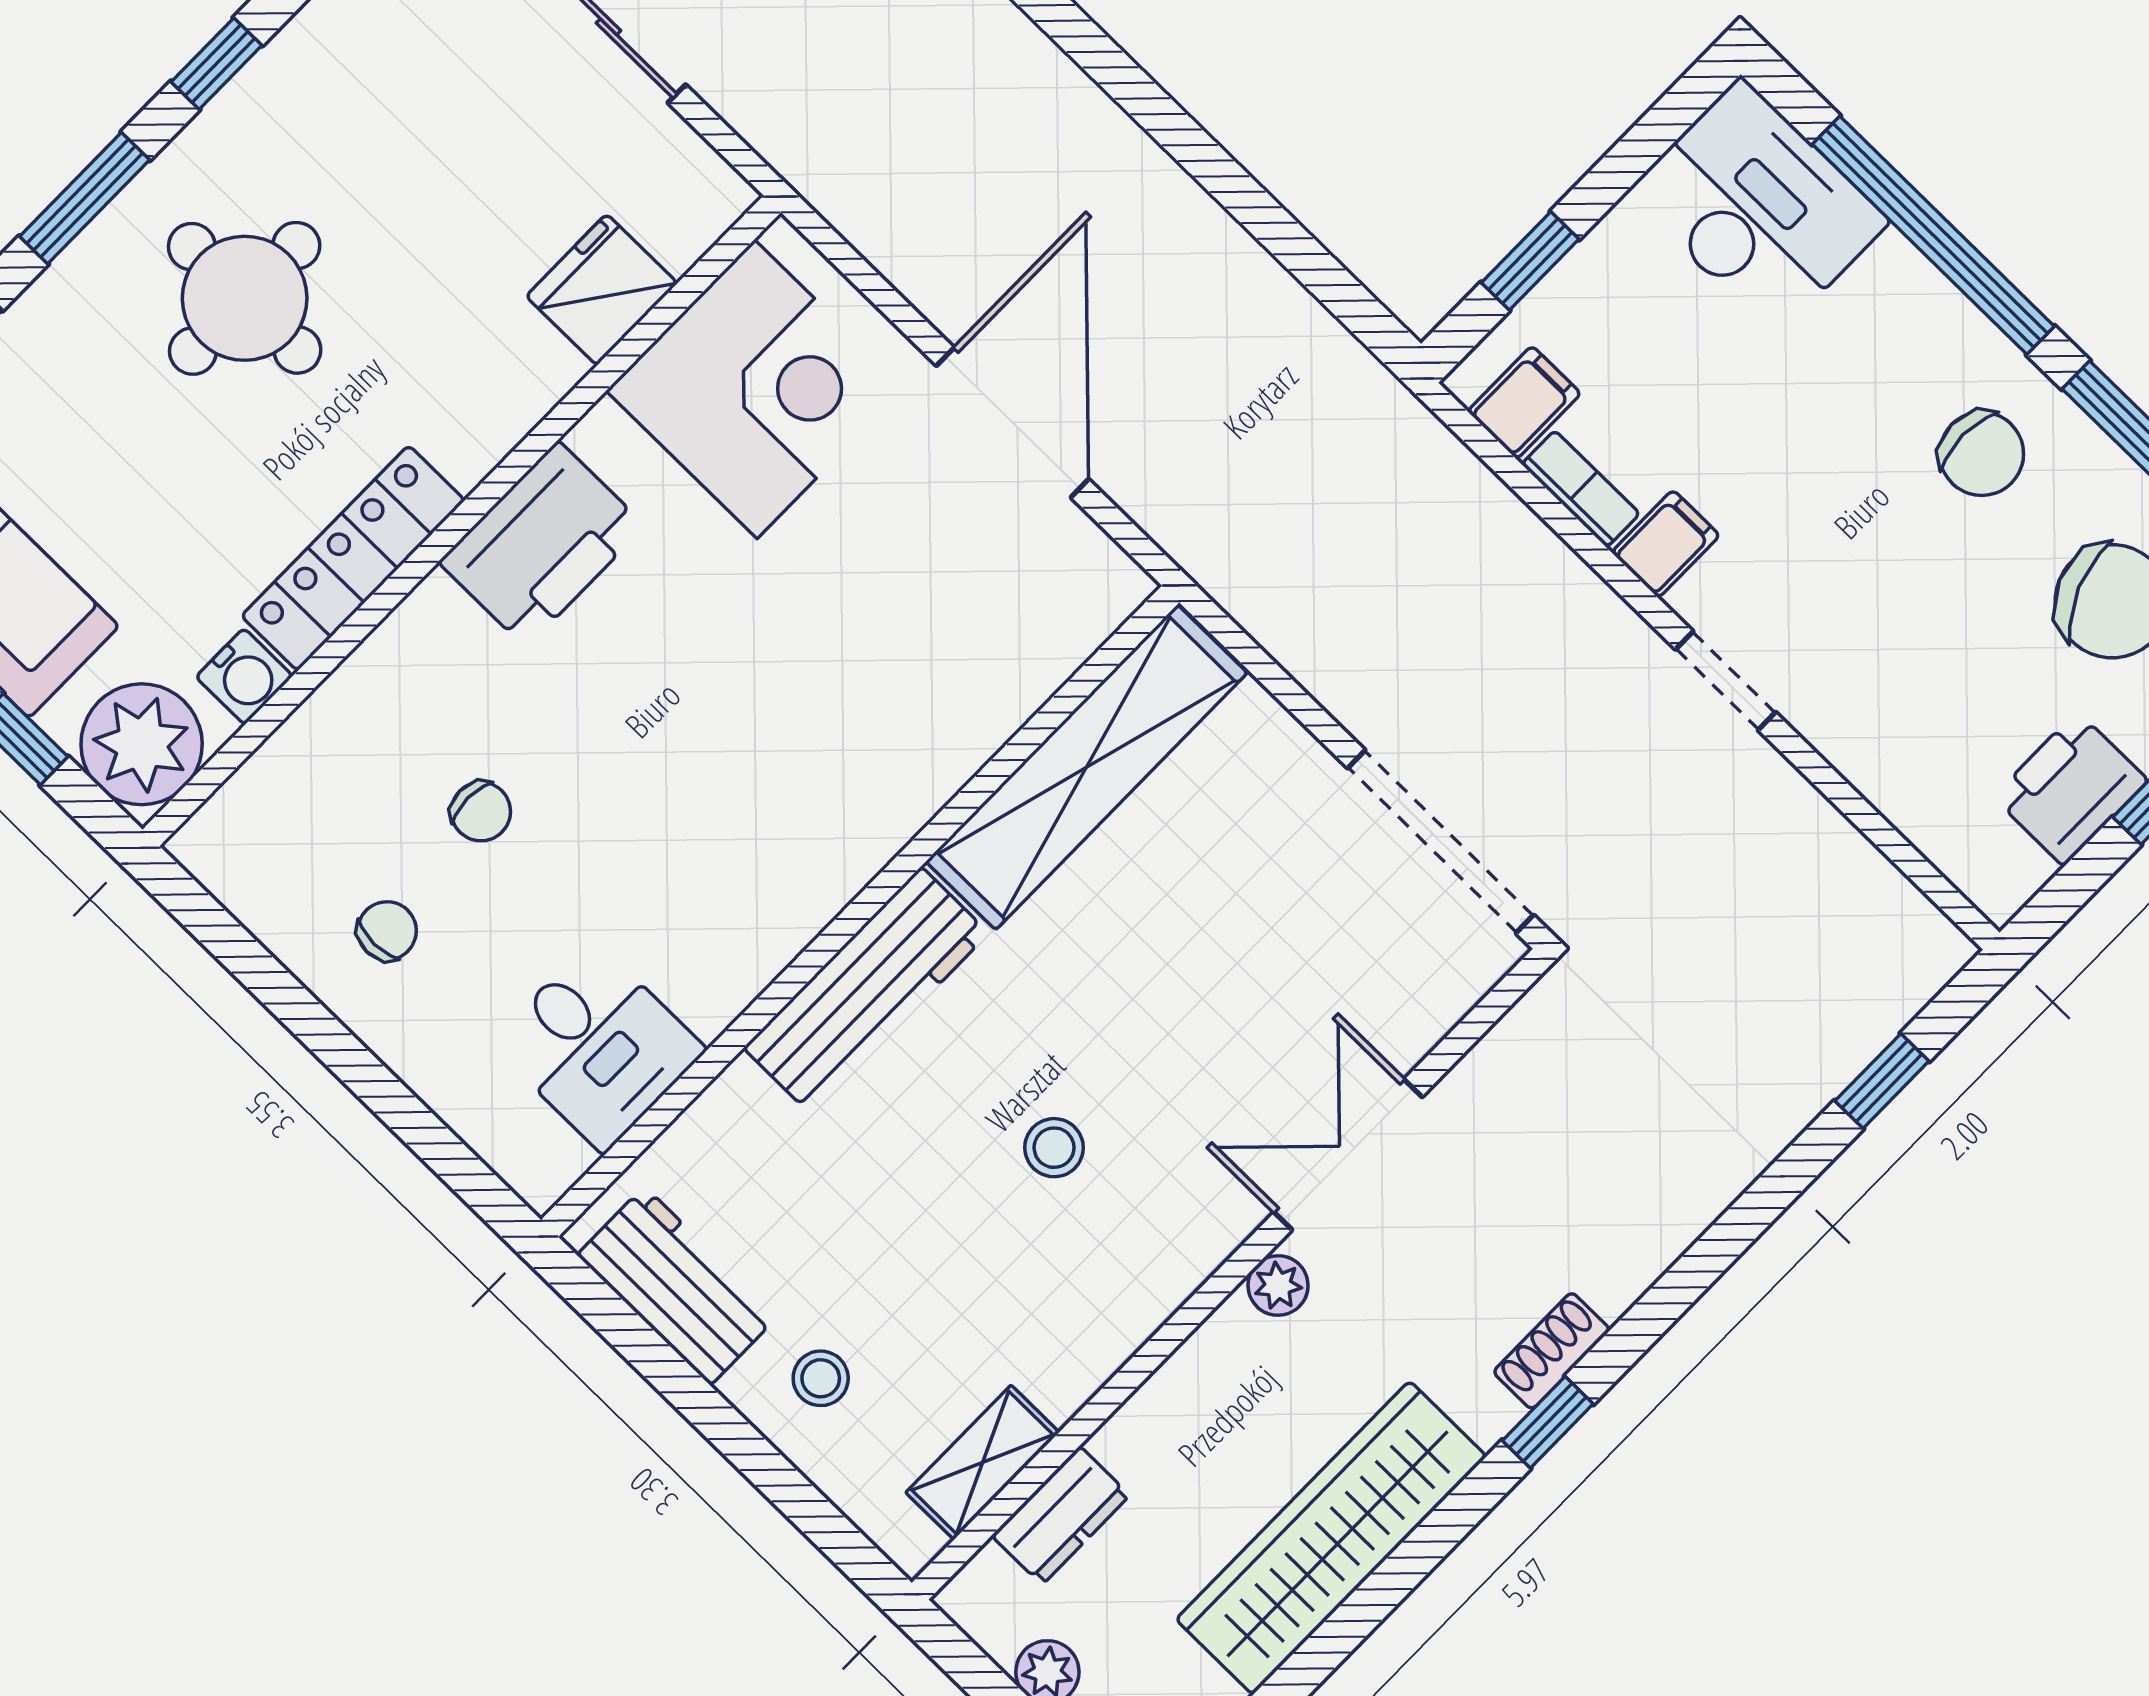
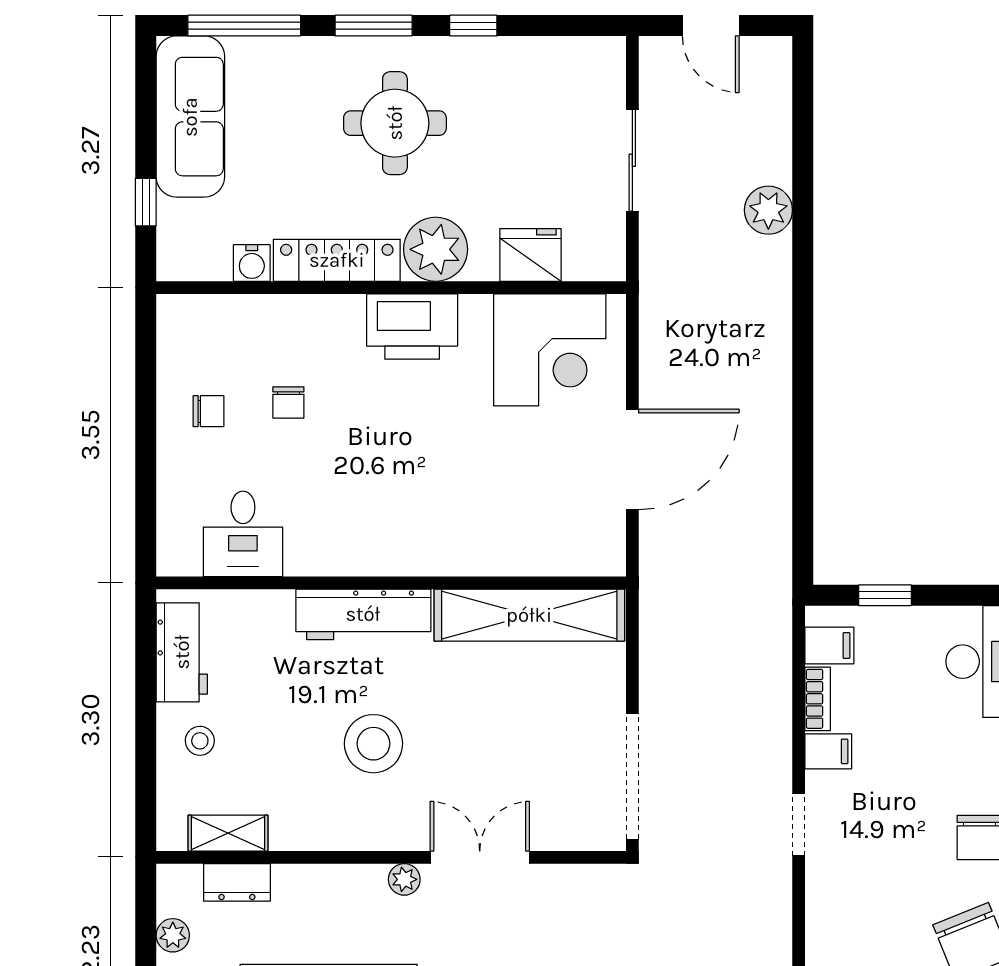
plant: (142, 744) -> (436, 249), moved
stool: (1054, 1148) -> (373, 744), width x1.89, depth x1.89

